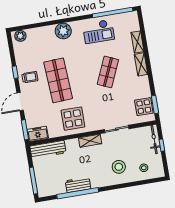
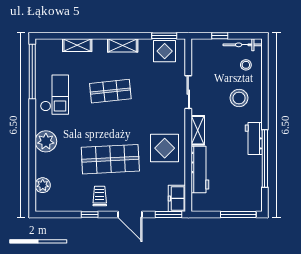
plant: (20, 36) -> (43, 185), moved
shelving: (141, 64) -> (123, 45), moved
shop shelf: (108, 72) -> (110, 91), turned -30
bicycle: (154, 140) -> (243, 45), moved
workbench: (48, 149) -> (200, 170), moved
workbench: (78, 185) -> (254, 139), moved

